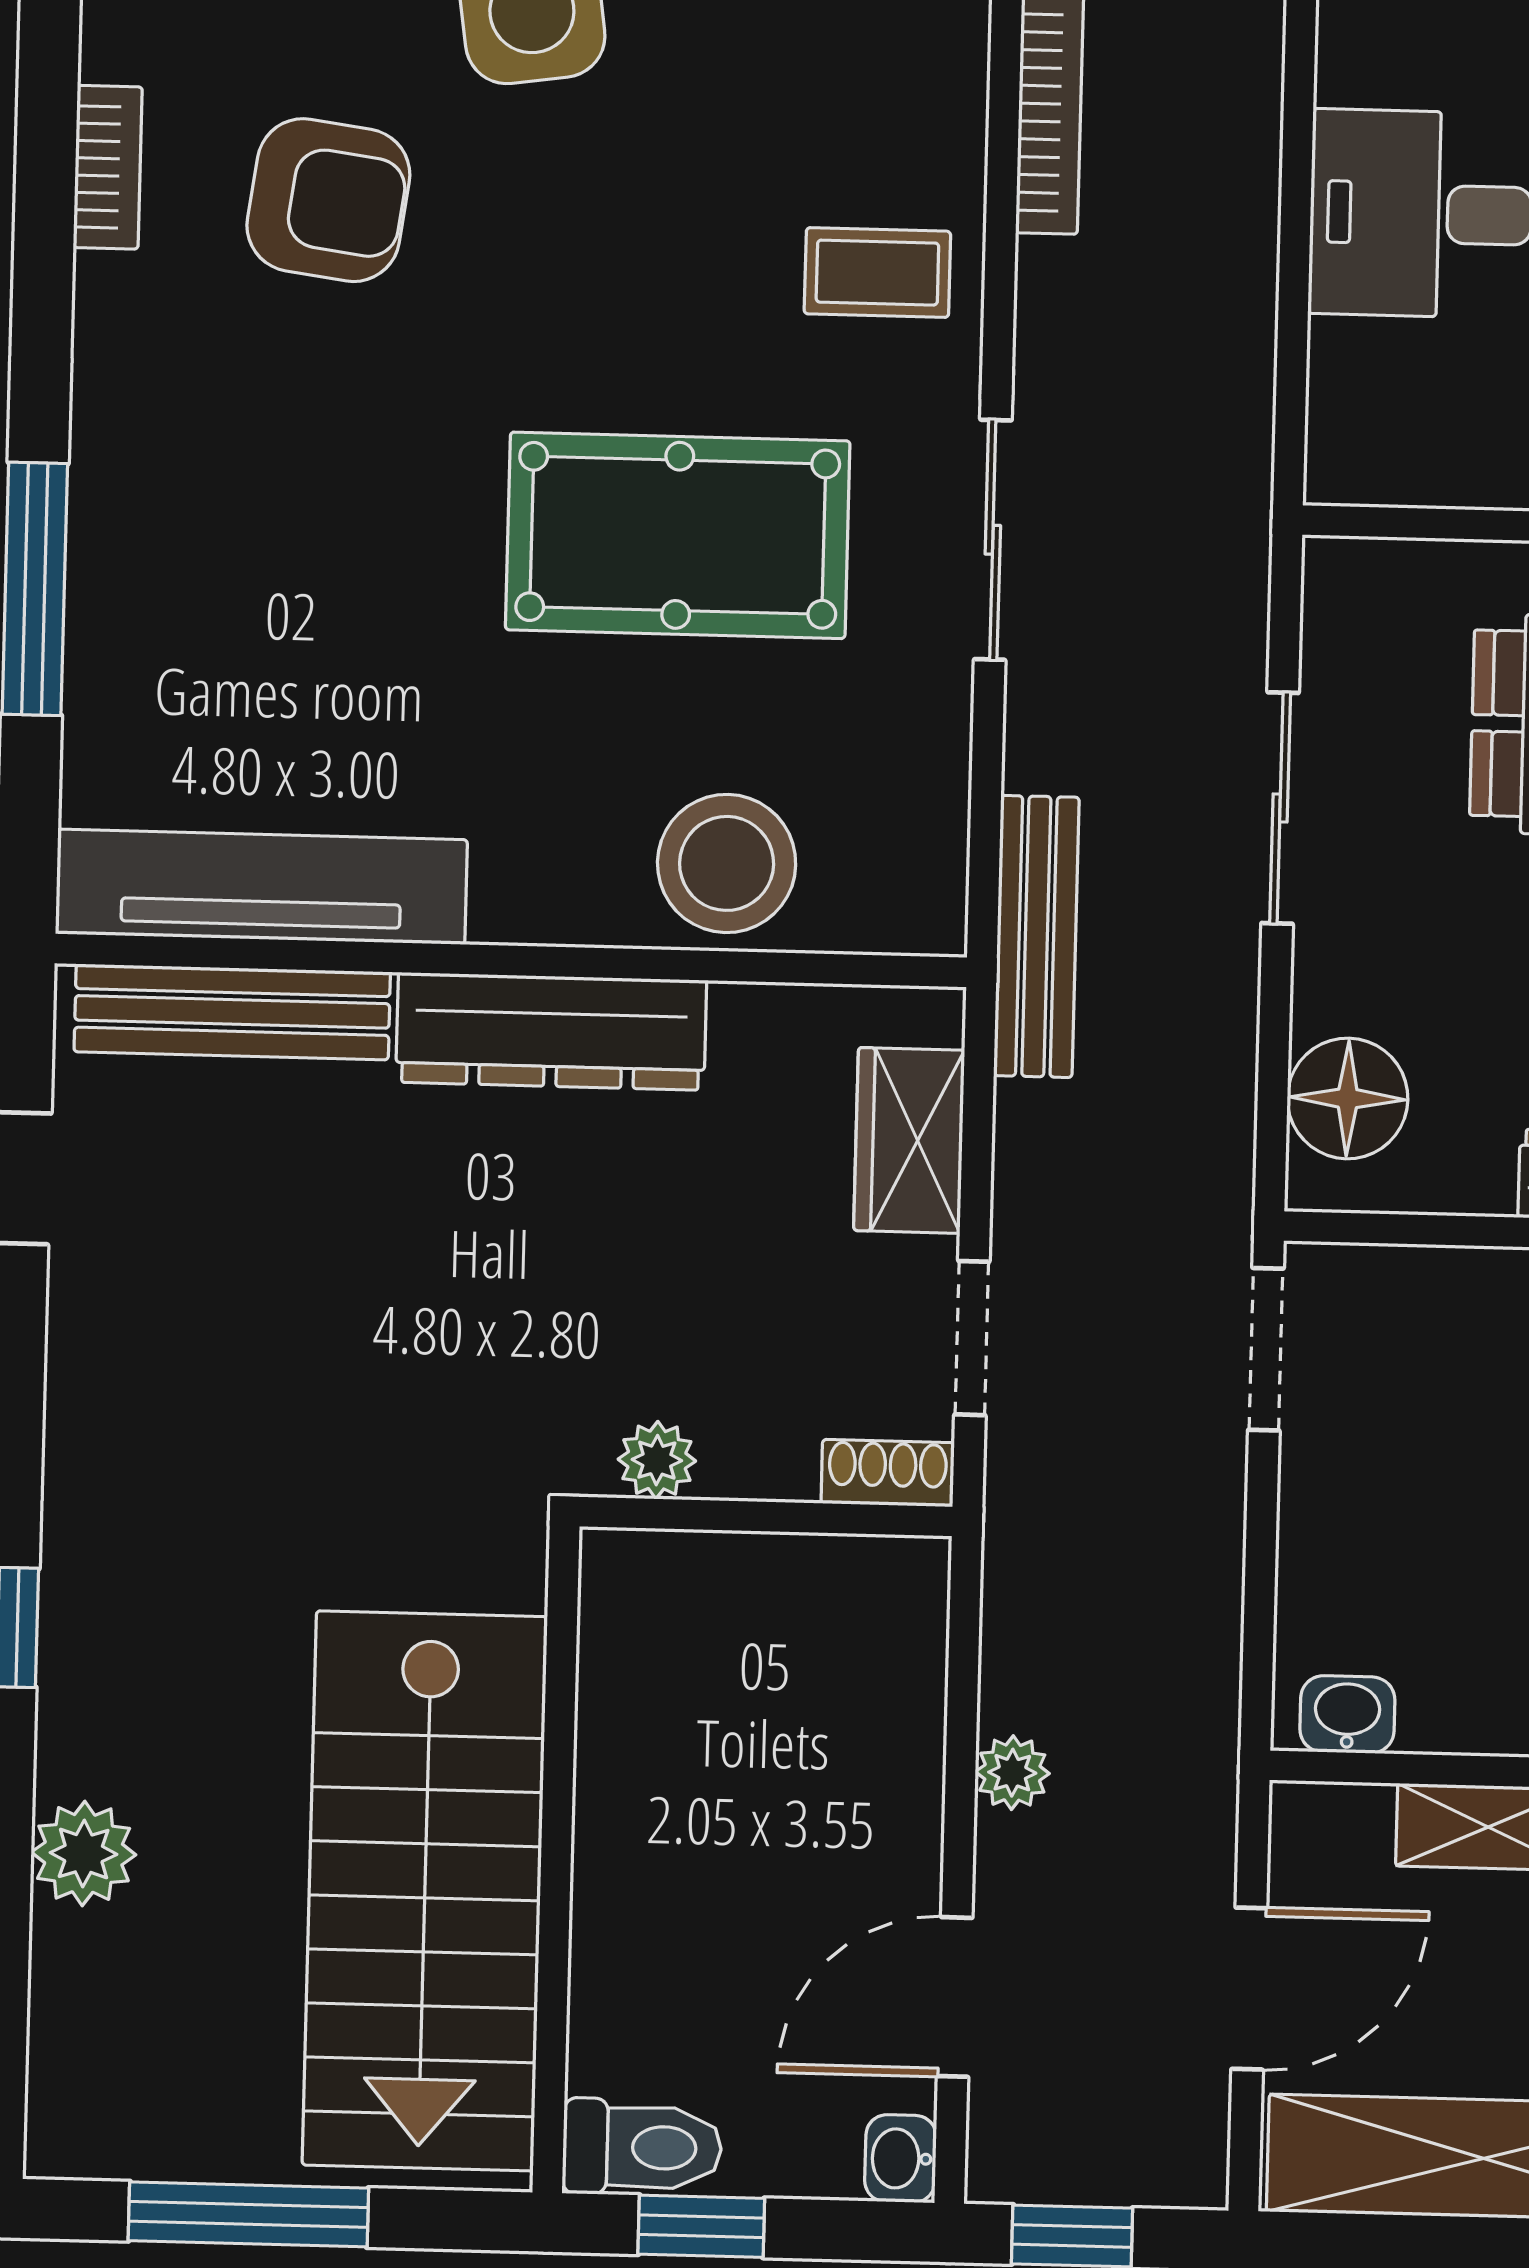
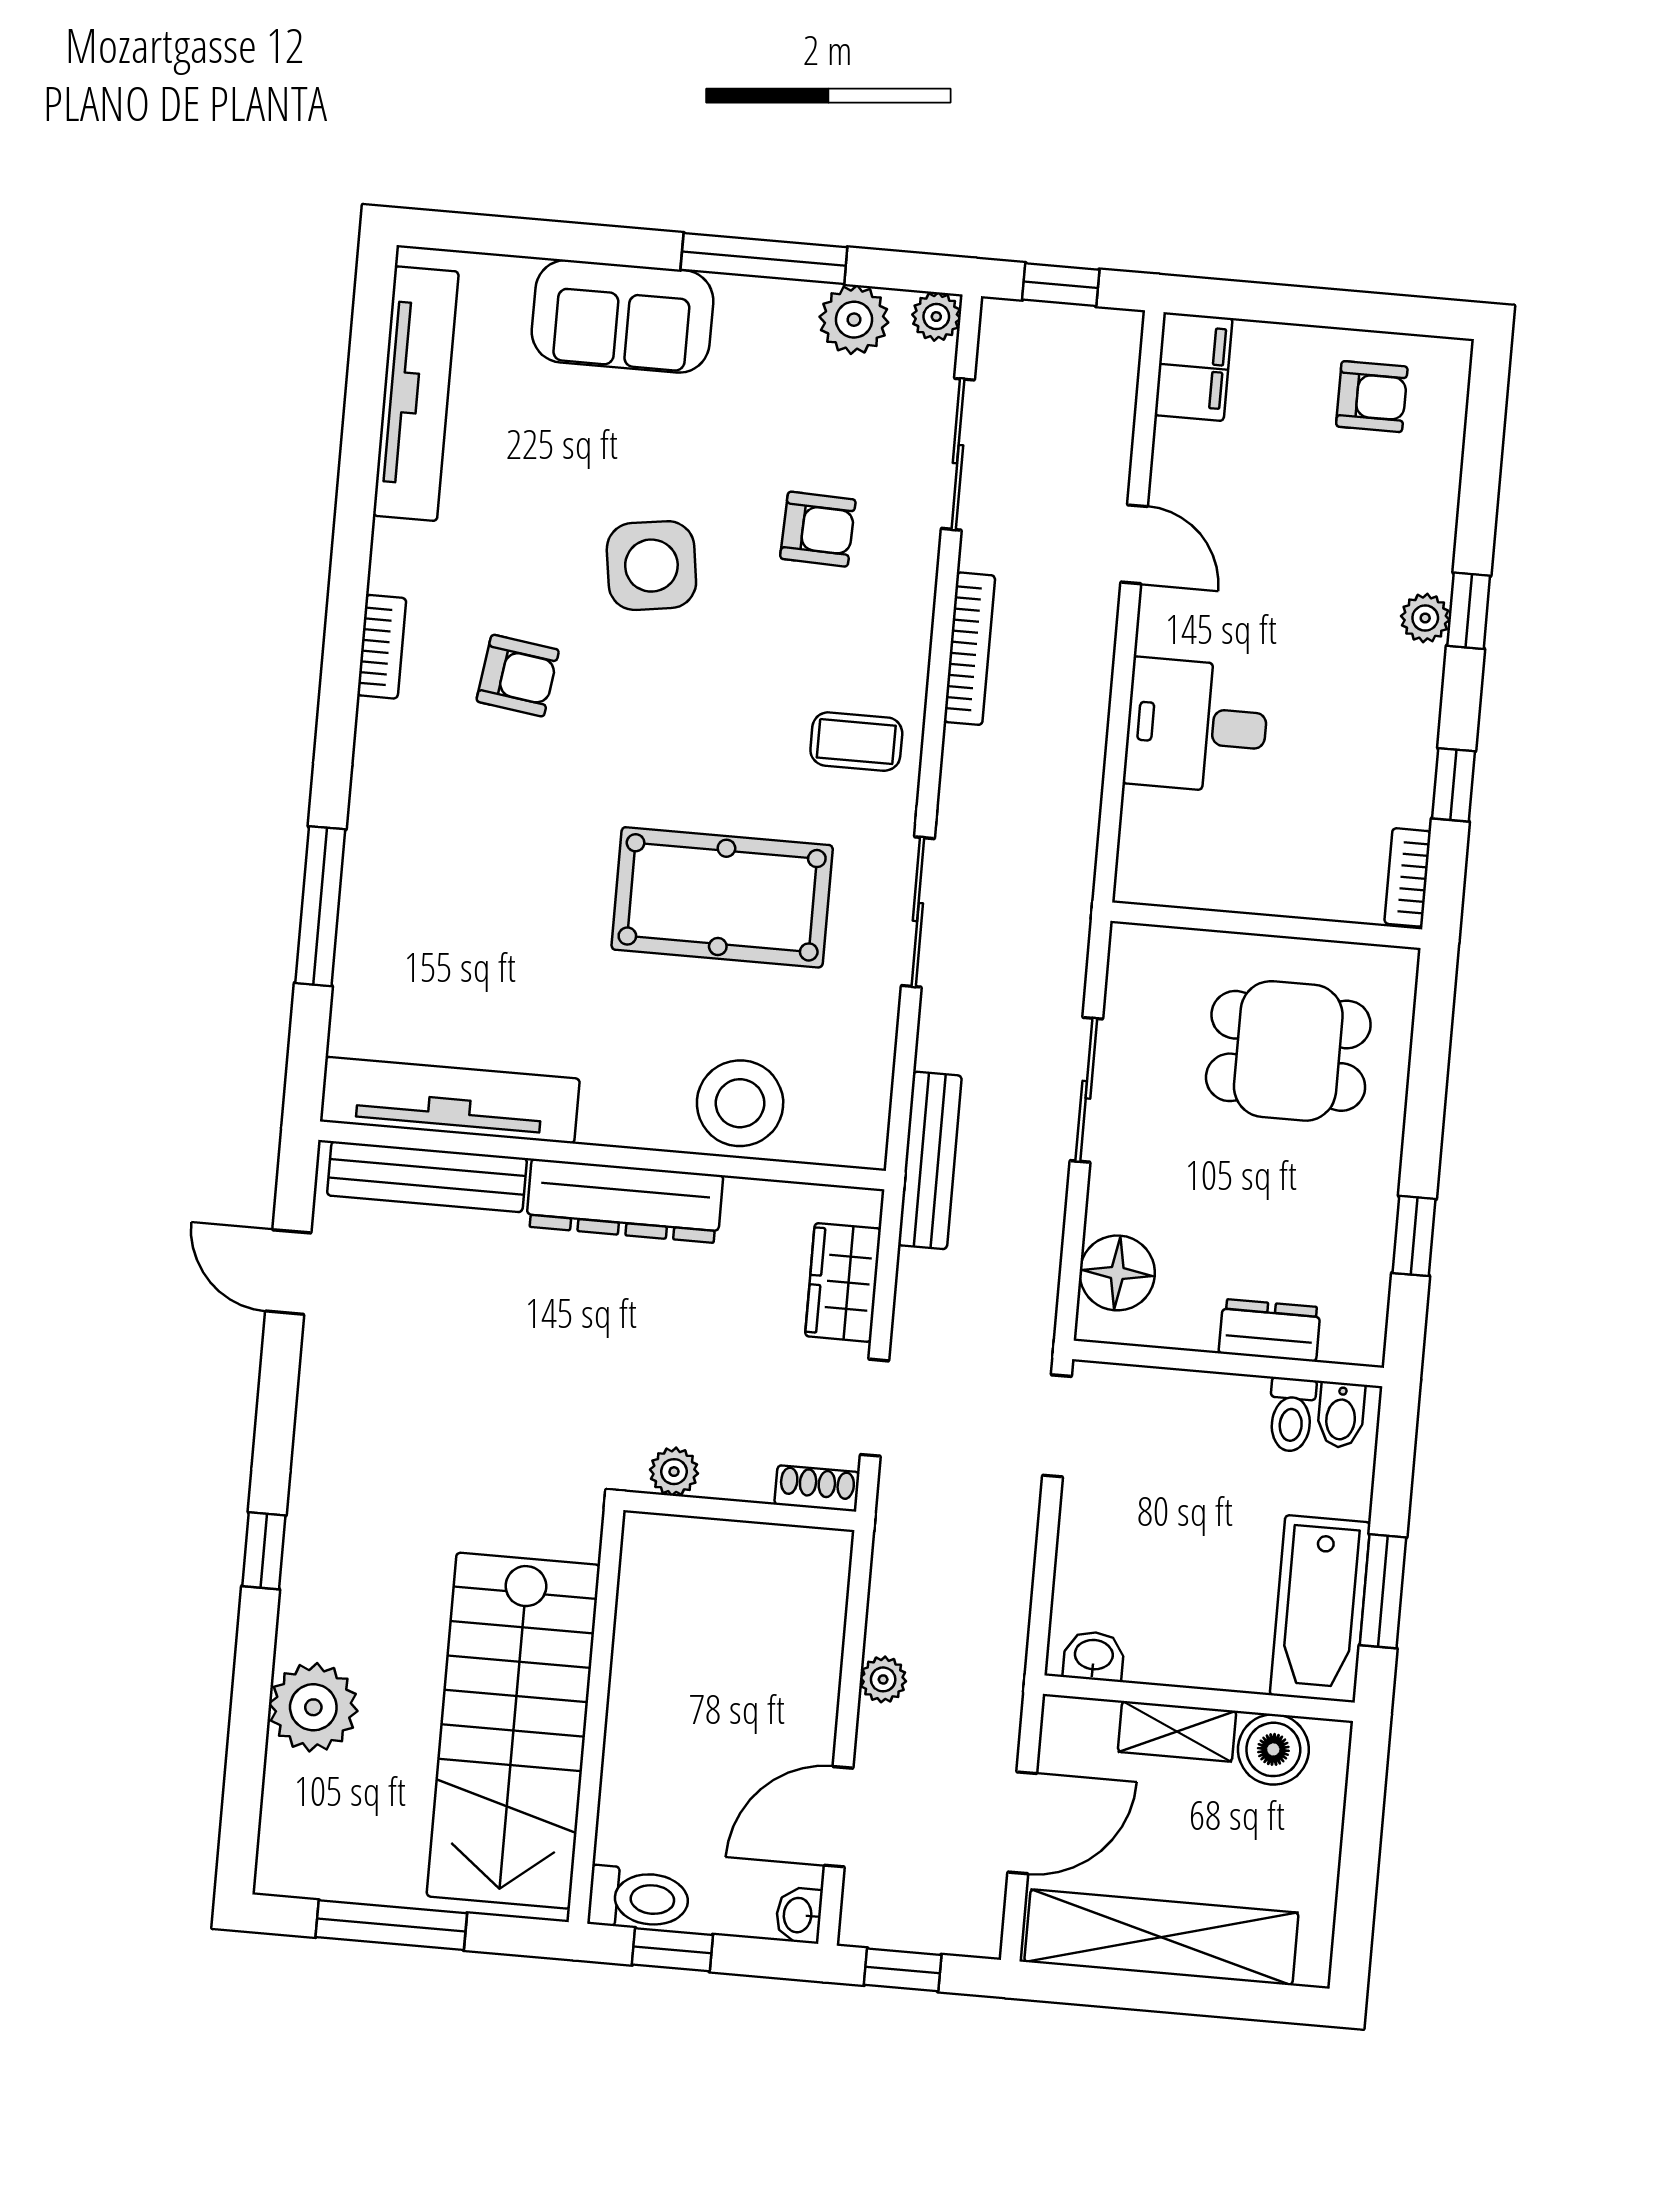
armchair: (328, 200) -> (518, 676), width x0.72, depth x0.72
plant: (84, 1853) -> (313, 1707), width x1.36, depth x1.36

